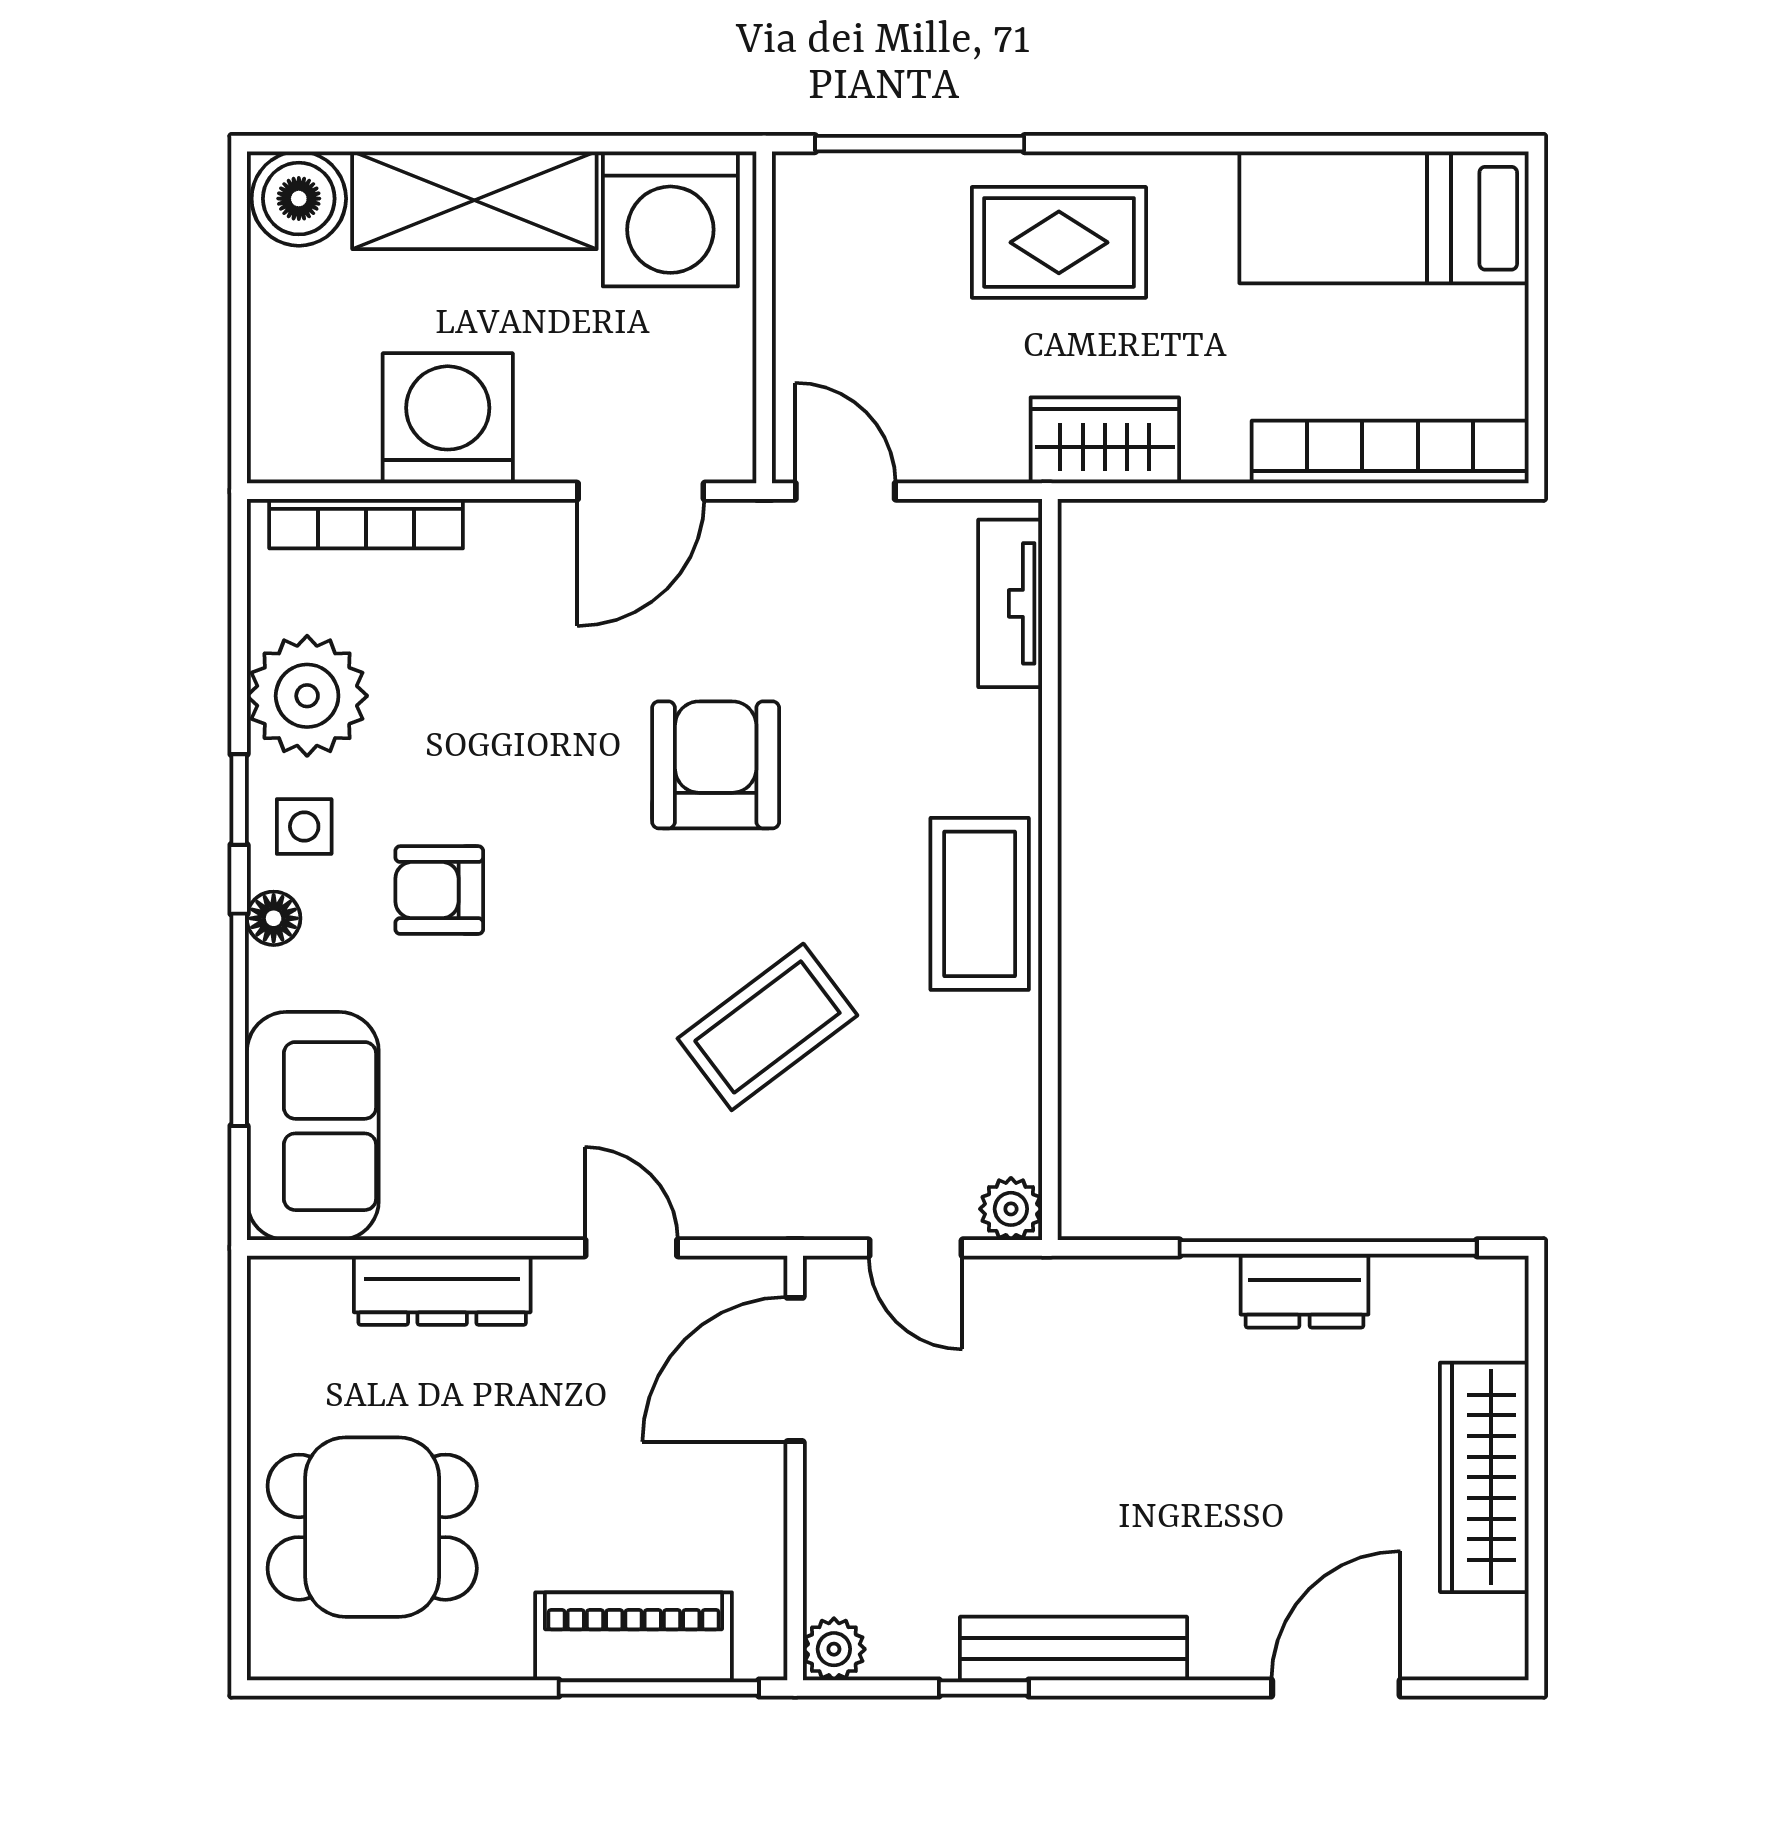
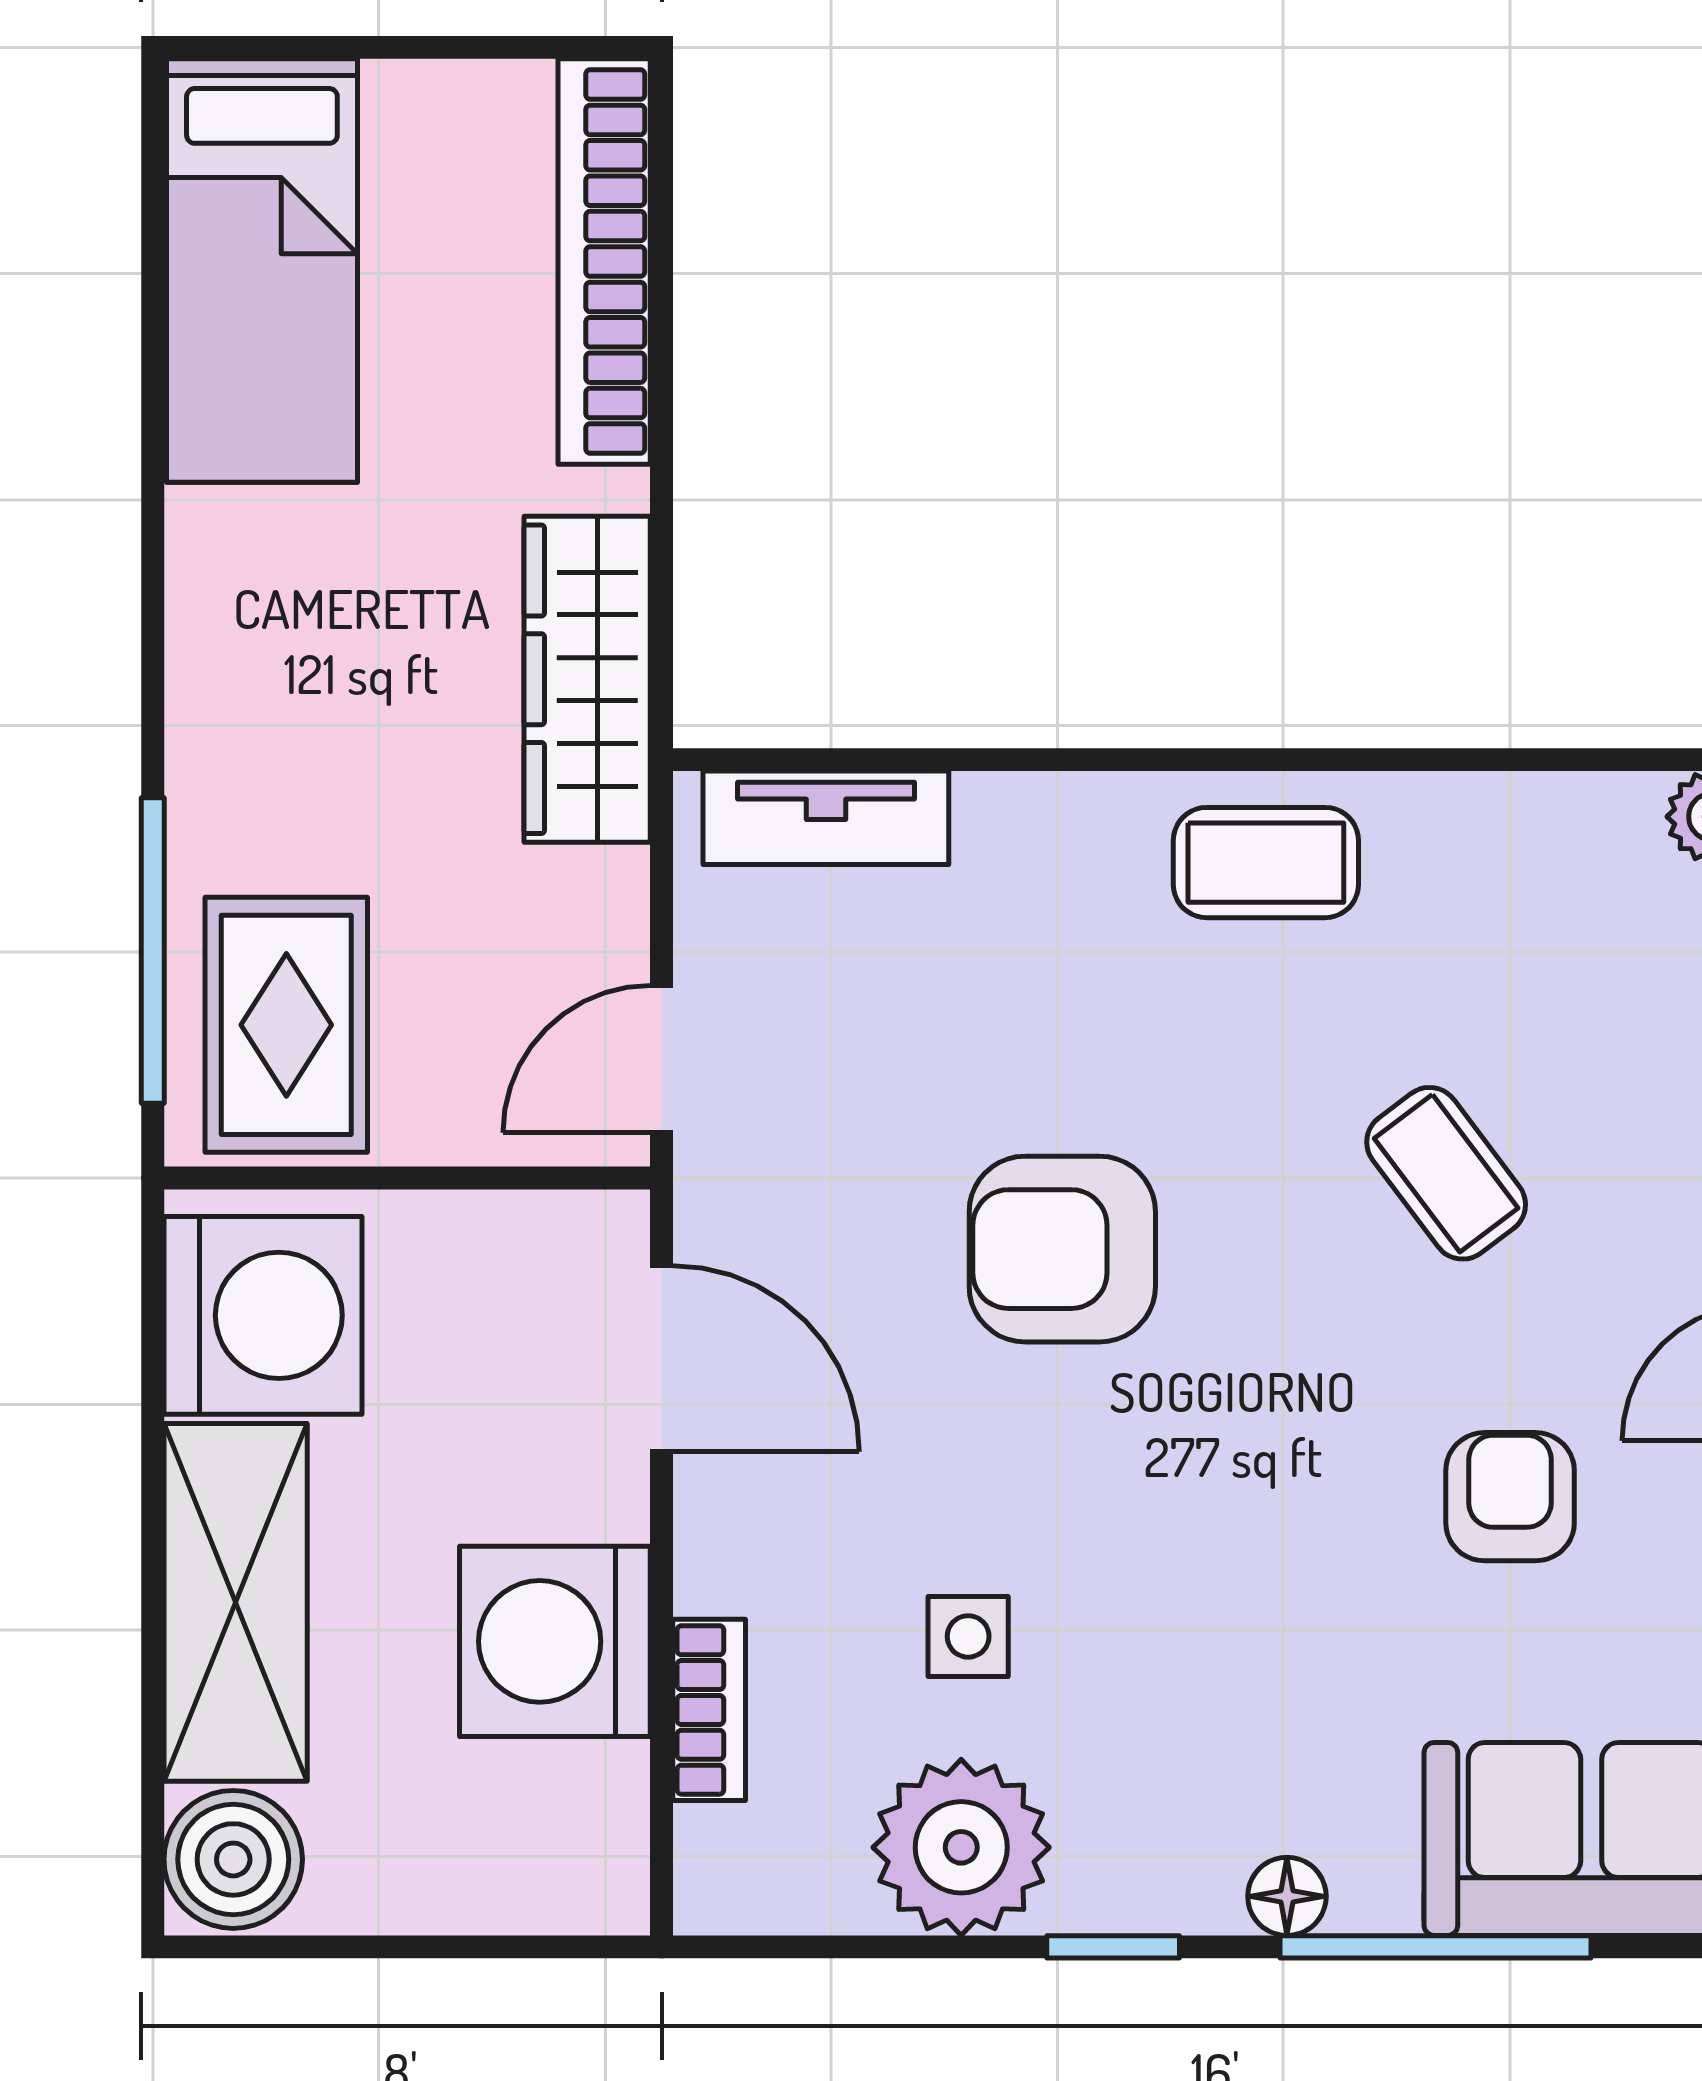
rug: (1059, 242) -> (286, 1025), moved
wardrobe: (1105, 440) -> (587, 679), width x1.50
bookcase: (366, 524) -> (709, 1710), width x0.64
side table: (304, 826) -> (968, 1636), moved
armchair: (439, 890) -> (1510, 1497), moved, turned 180
coffee table: (980, 904) -> (1266, 863), width x0.73, depth x0.77
coffee table: (767, 1027) -> (1446, 1173), width x0.73, depth x0.77

